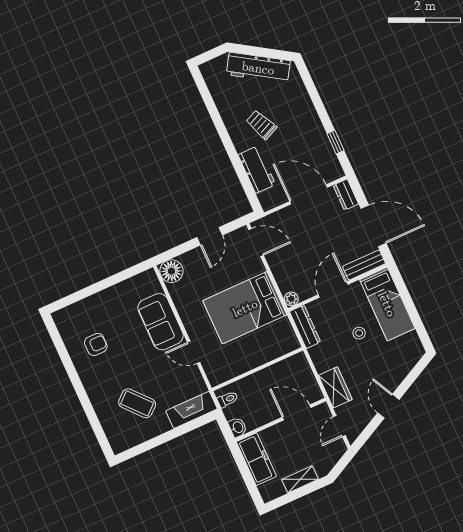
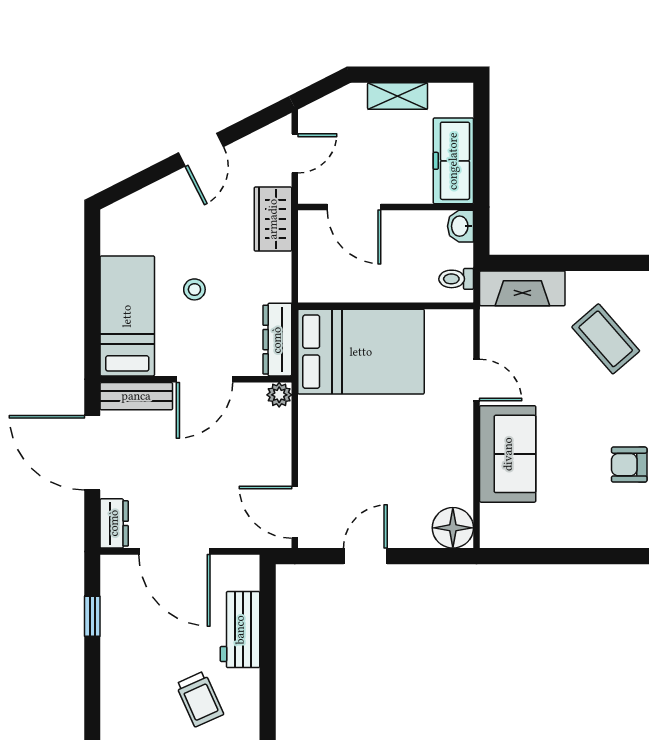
bed: (245, 308) -> (361, 352), moved

